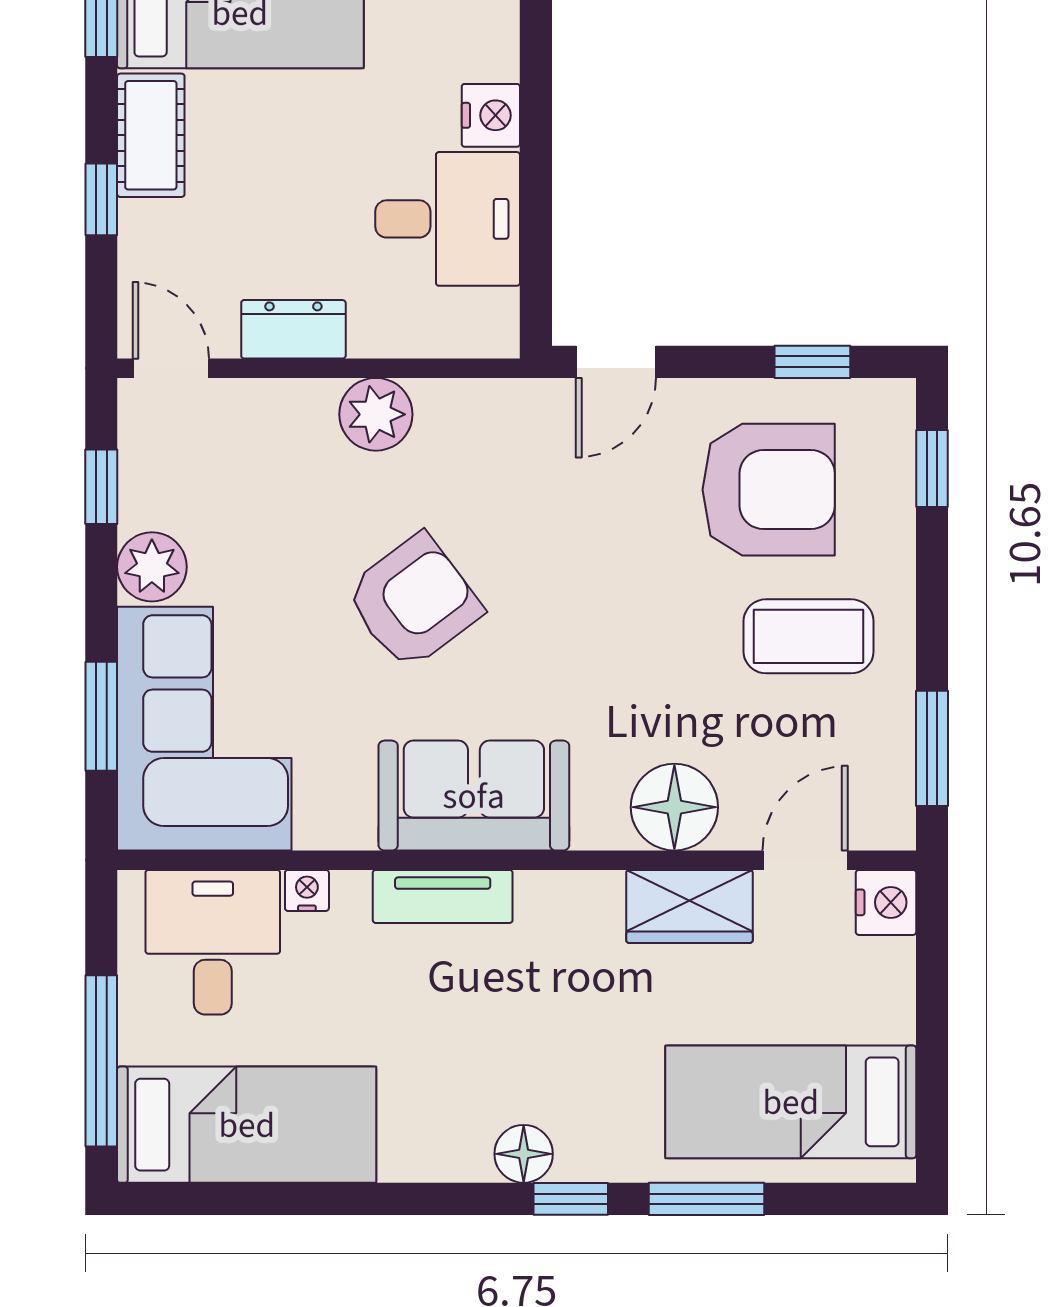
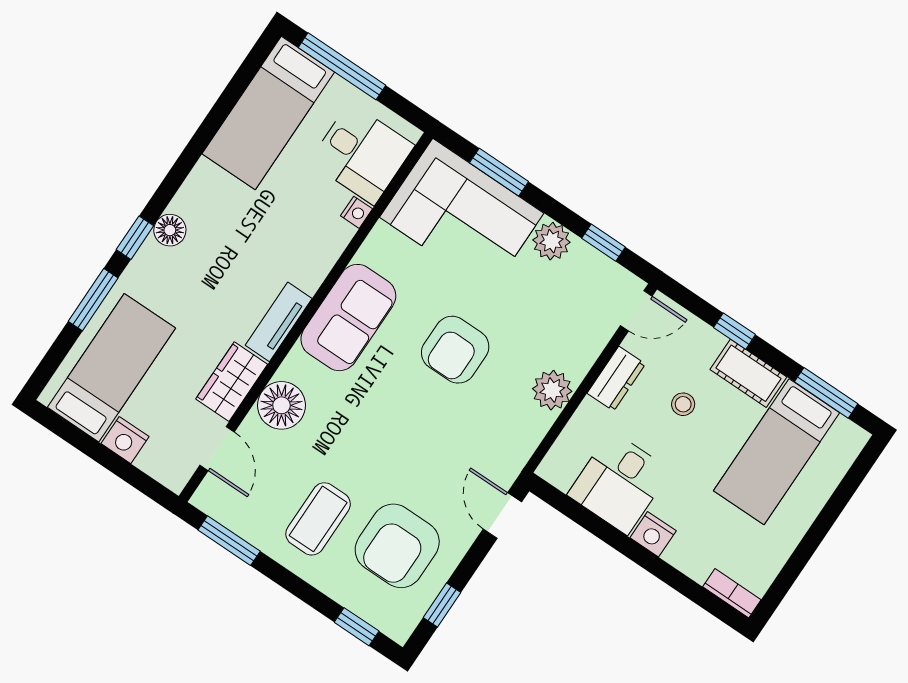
stool: (264, 202) -> (683, 404), added
armchair: (414, 602) -> (455, 350), turned 37
tv unit: (443, 896) -> (279, 322), moved
nightstand: (886, 902) -> (125, 440), moved

